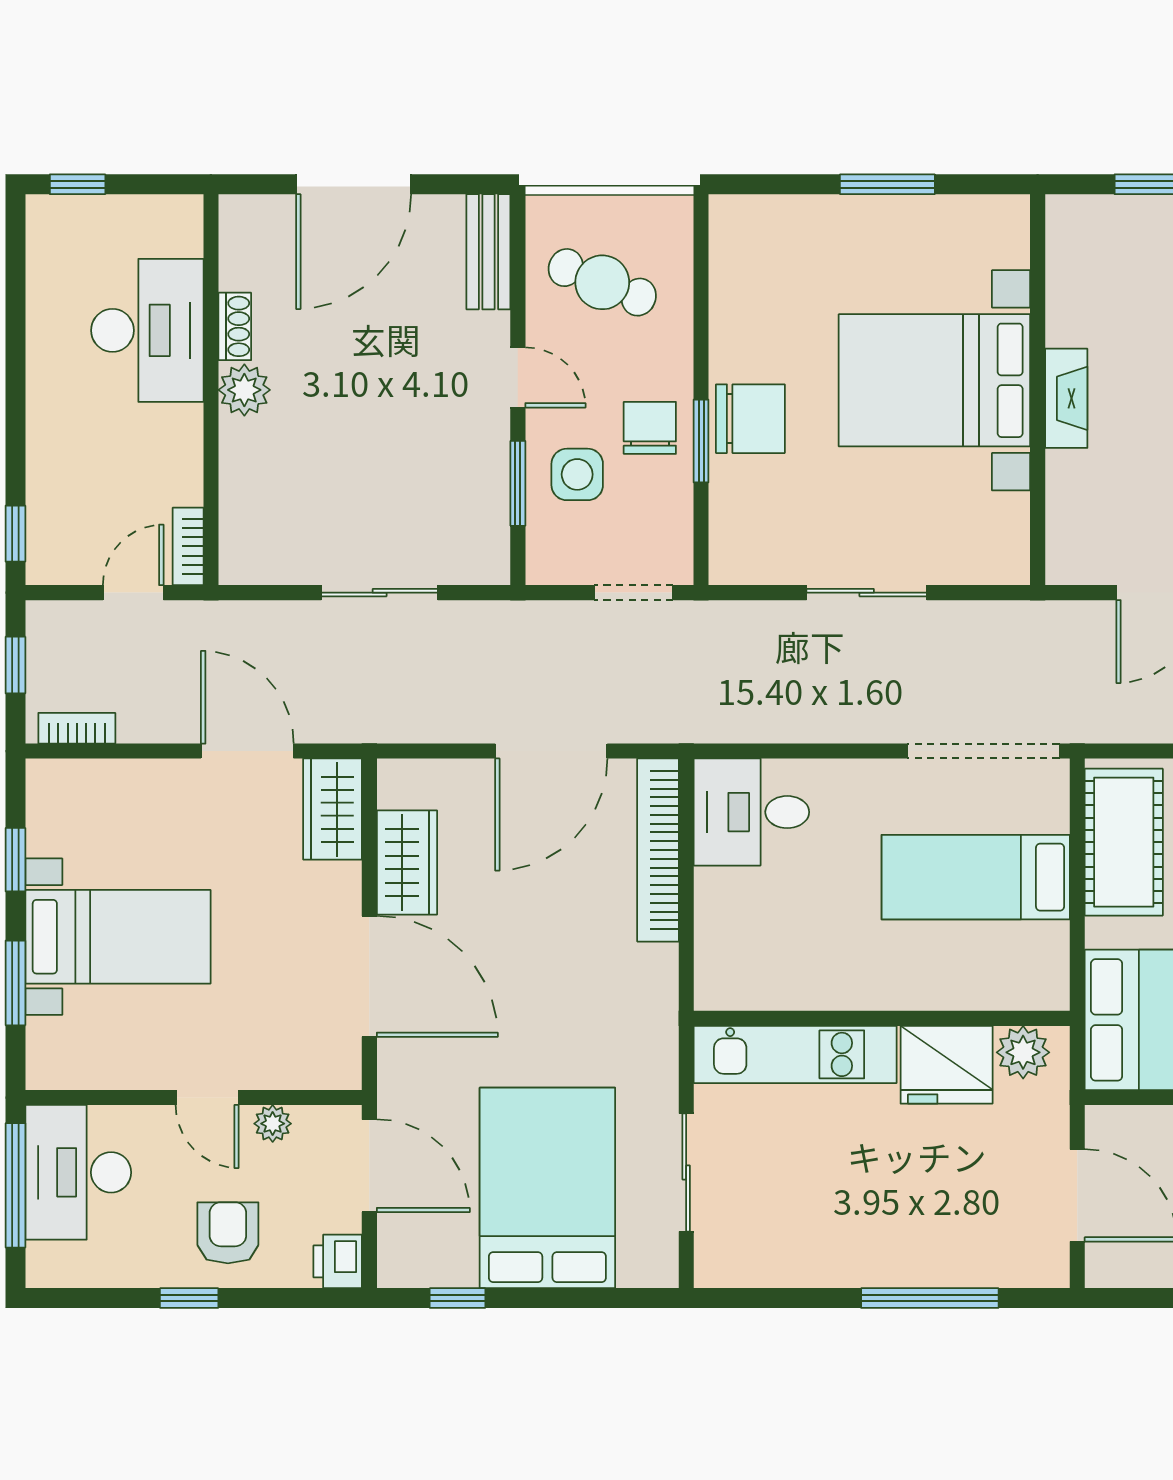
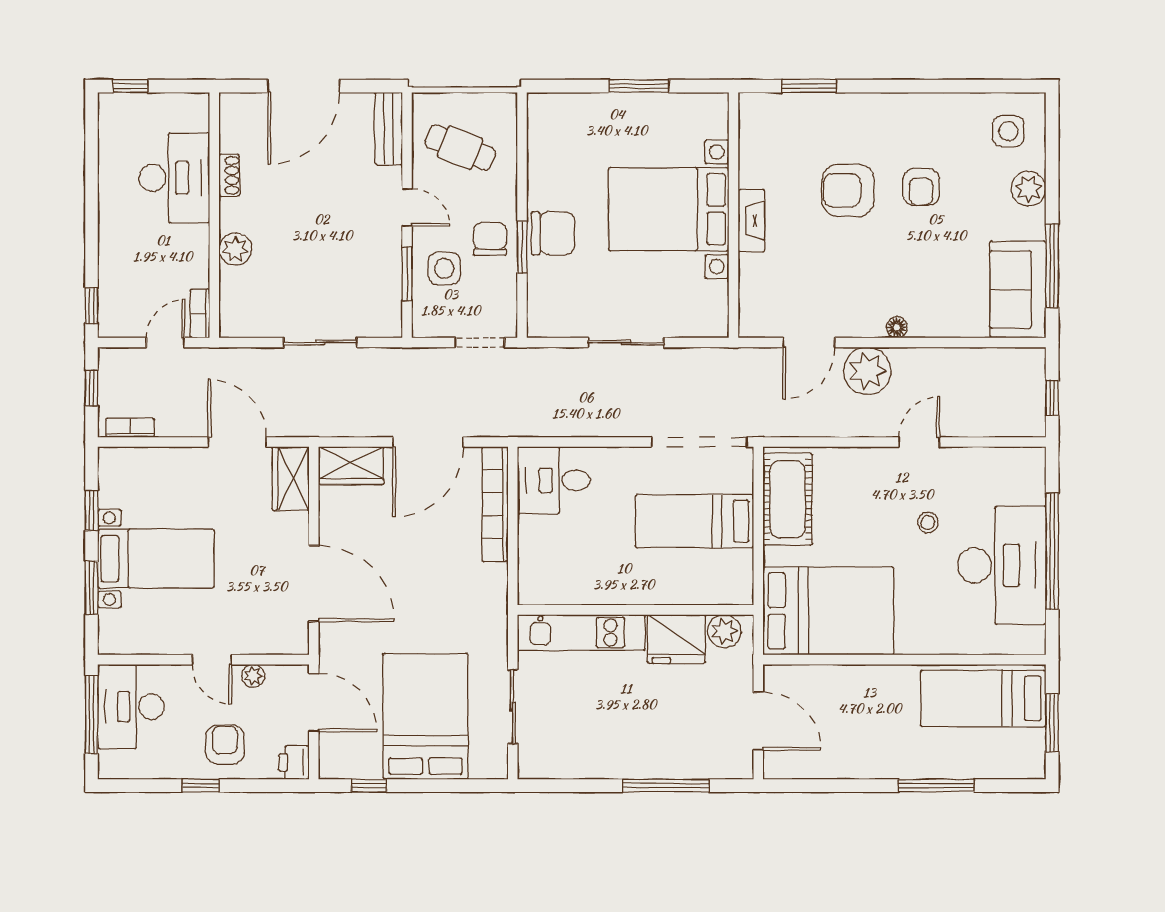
plant: (244, 390) -> (235, 249), moved
wardrobe: (407, 862) -> (351, 466), moved, turned 90

